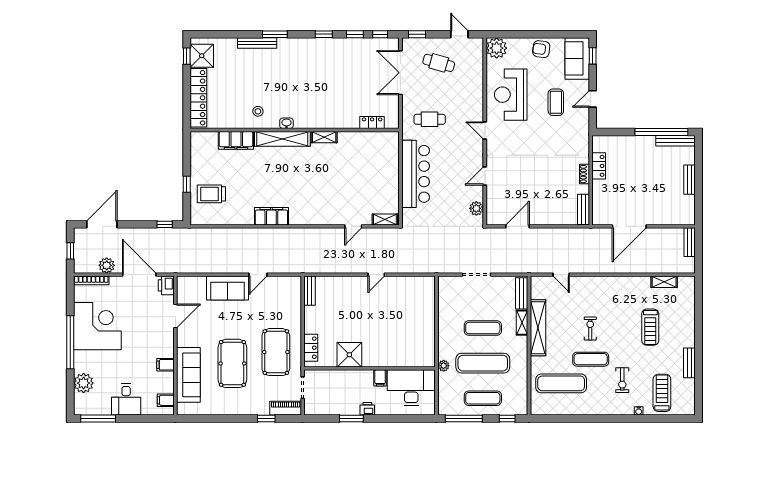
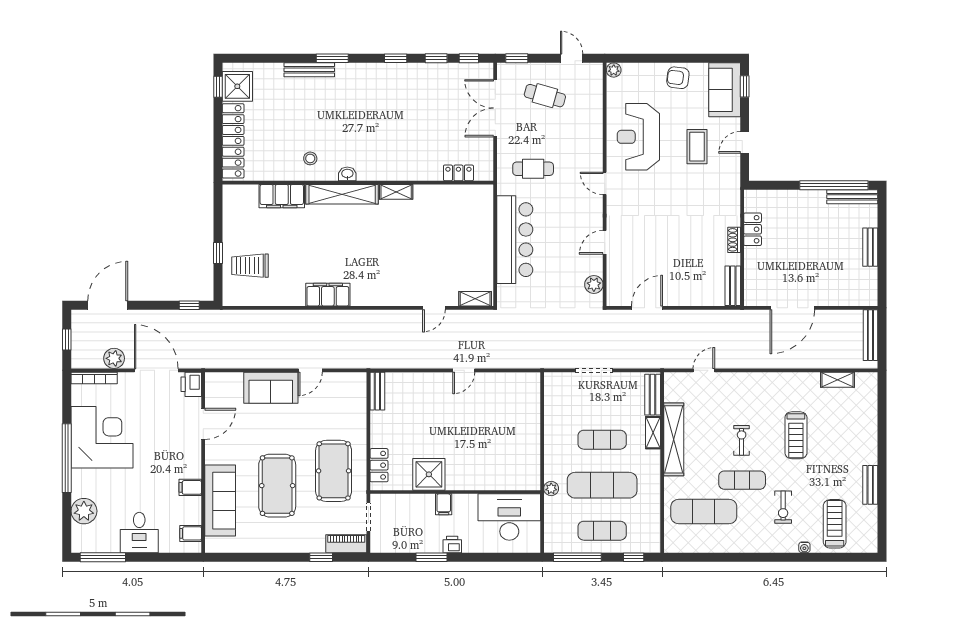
plant: (497, 48) -> (614, 70), width x0.53, depth x0.53
bench: (690, 242) -> (870, 335), width x1.36
door: (561, 275) -> (704, 370), swing flipped
treadmill: (650, 327) -> (796, 435), moved
filing cabinet: (380, 378) -> (444, 504), moved

